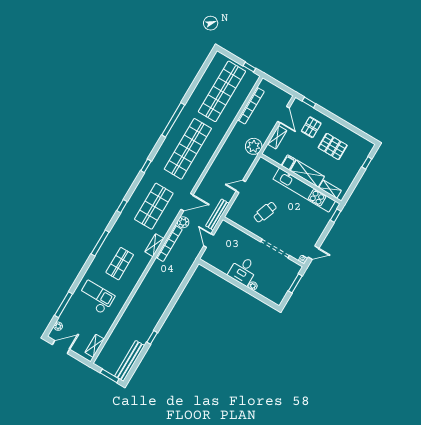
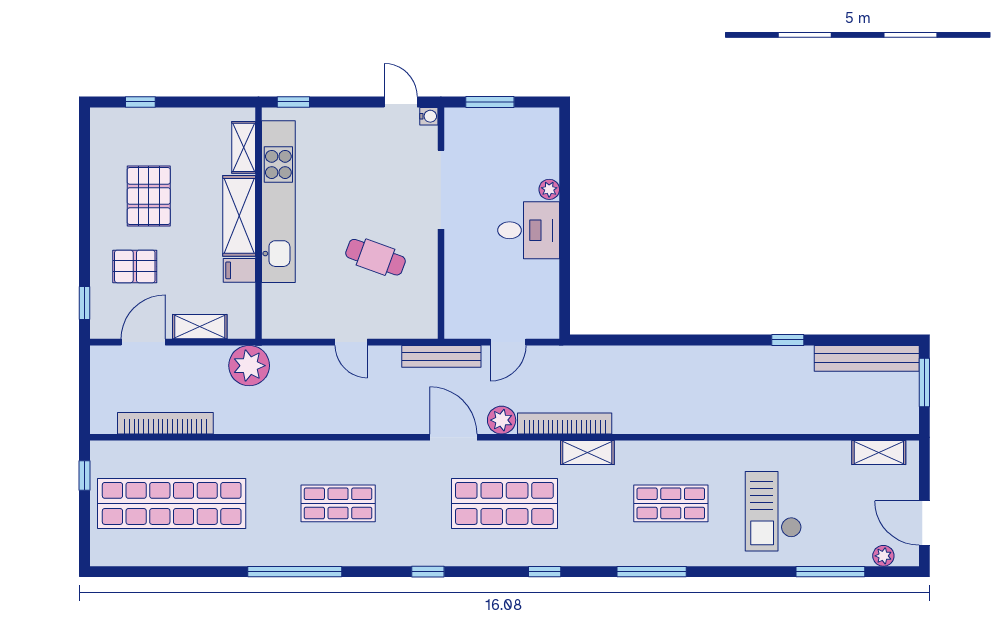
shop shelf: (188, 149) -> (338, 503), width x0.50, depth x0.74

